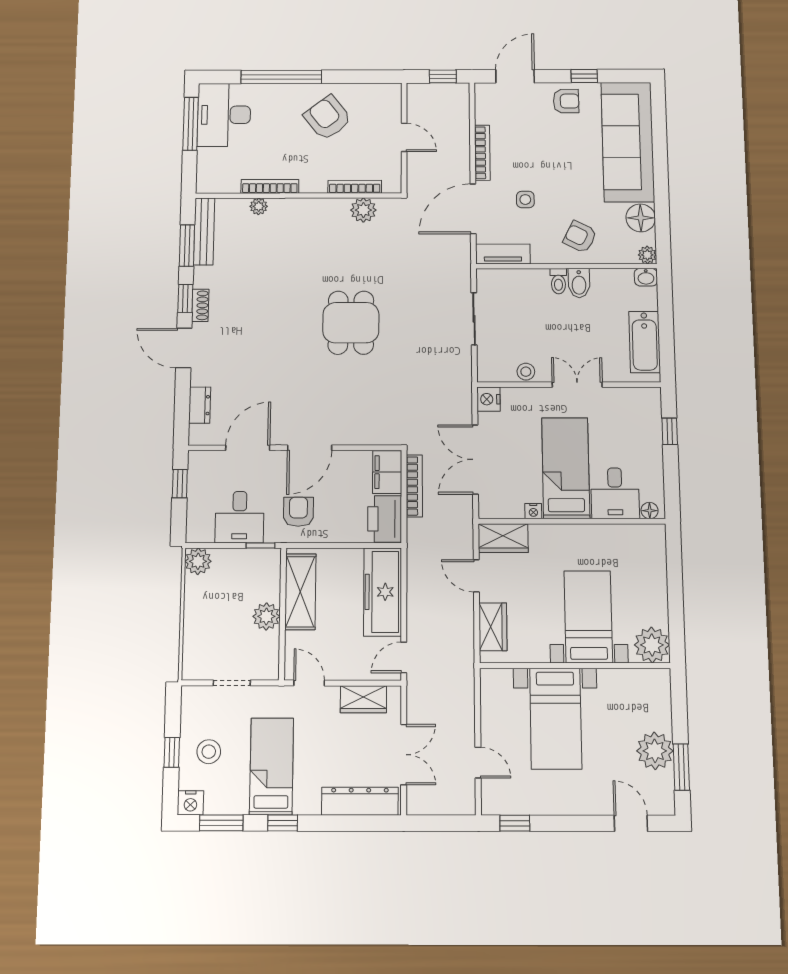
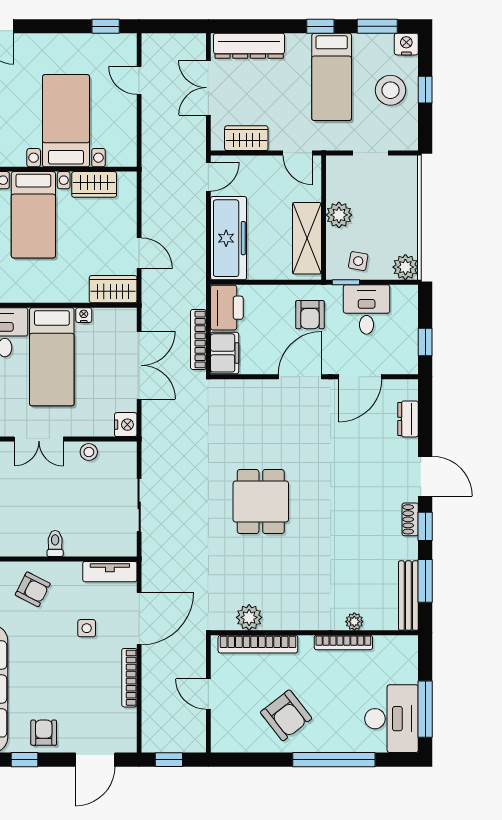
armchair: (566, 101) -> (44, 733), turned 90
bookcase: (355, 187) -> (258, 644), width x1.48, depth x1.31
bidet: (579, 283) -> (35, 542), removed
side table: (247, 568) -> (358, 261), added
wardrobe: (493, 627) -> (94, 184), moved, turned -90
stool: (209, 752) -> (391, 90), width x1.38, depth x1.38

